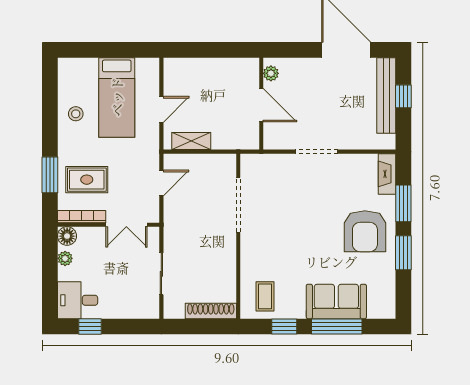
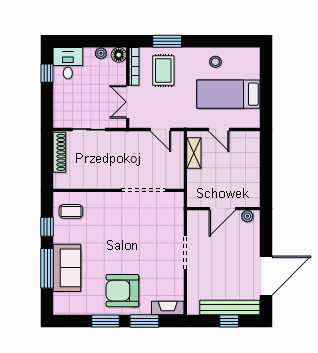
shoe rack: (211, 311) -> (59, 152), moved

